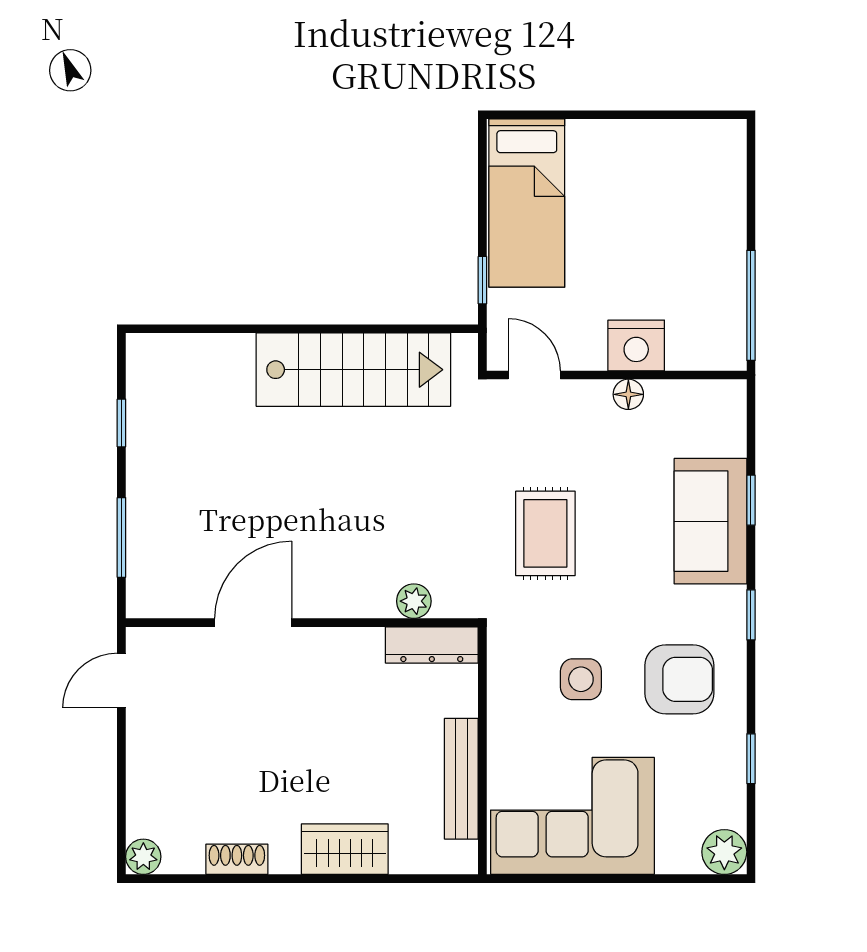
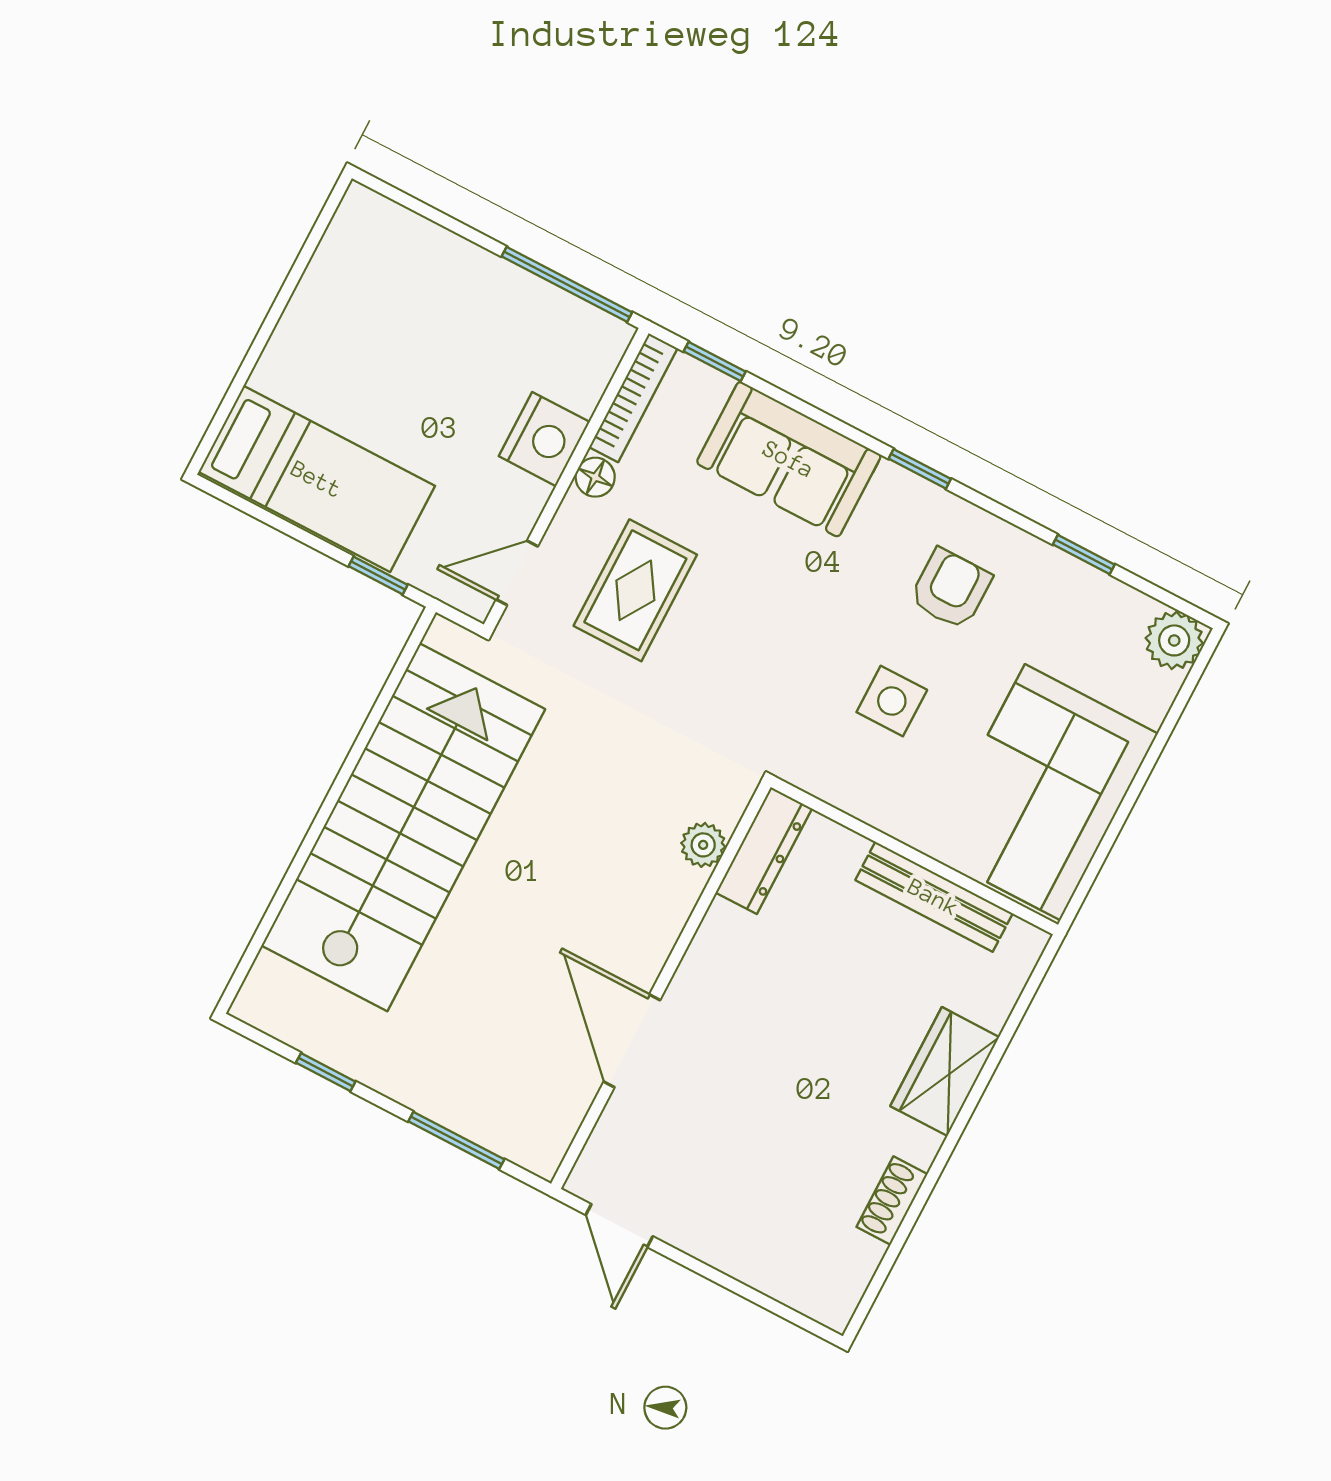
stairs: (353, 370) -> (403, 827), width x1.36, depth x1.51
bookcase: (697, 392) -> (633, 398), added
window: (751, 500) -> (715, 362), moved
rug: (545, 533) -> (635, 590), moved, turned 90
armchair: (679, 679) -> (951, 589), width x0.72, depth x0.72
plant: (143, 857) -> (833, 1306), removed

